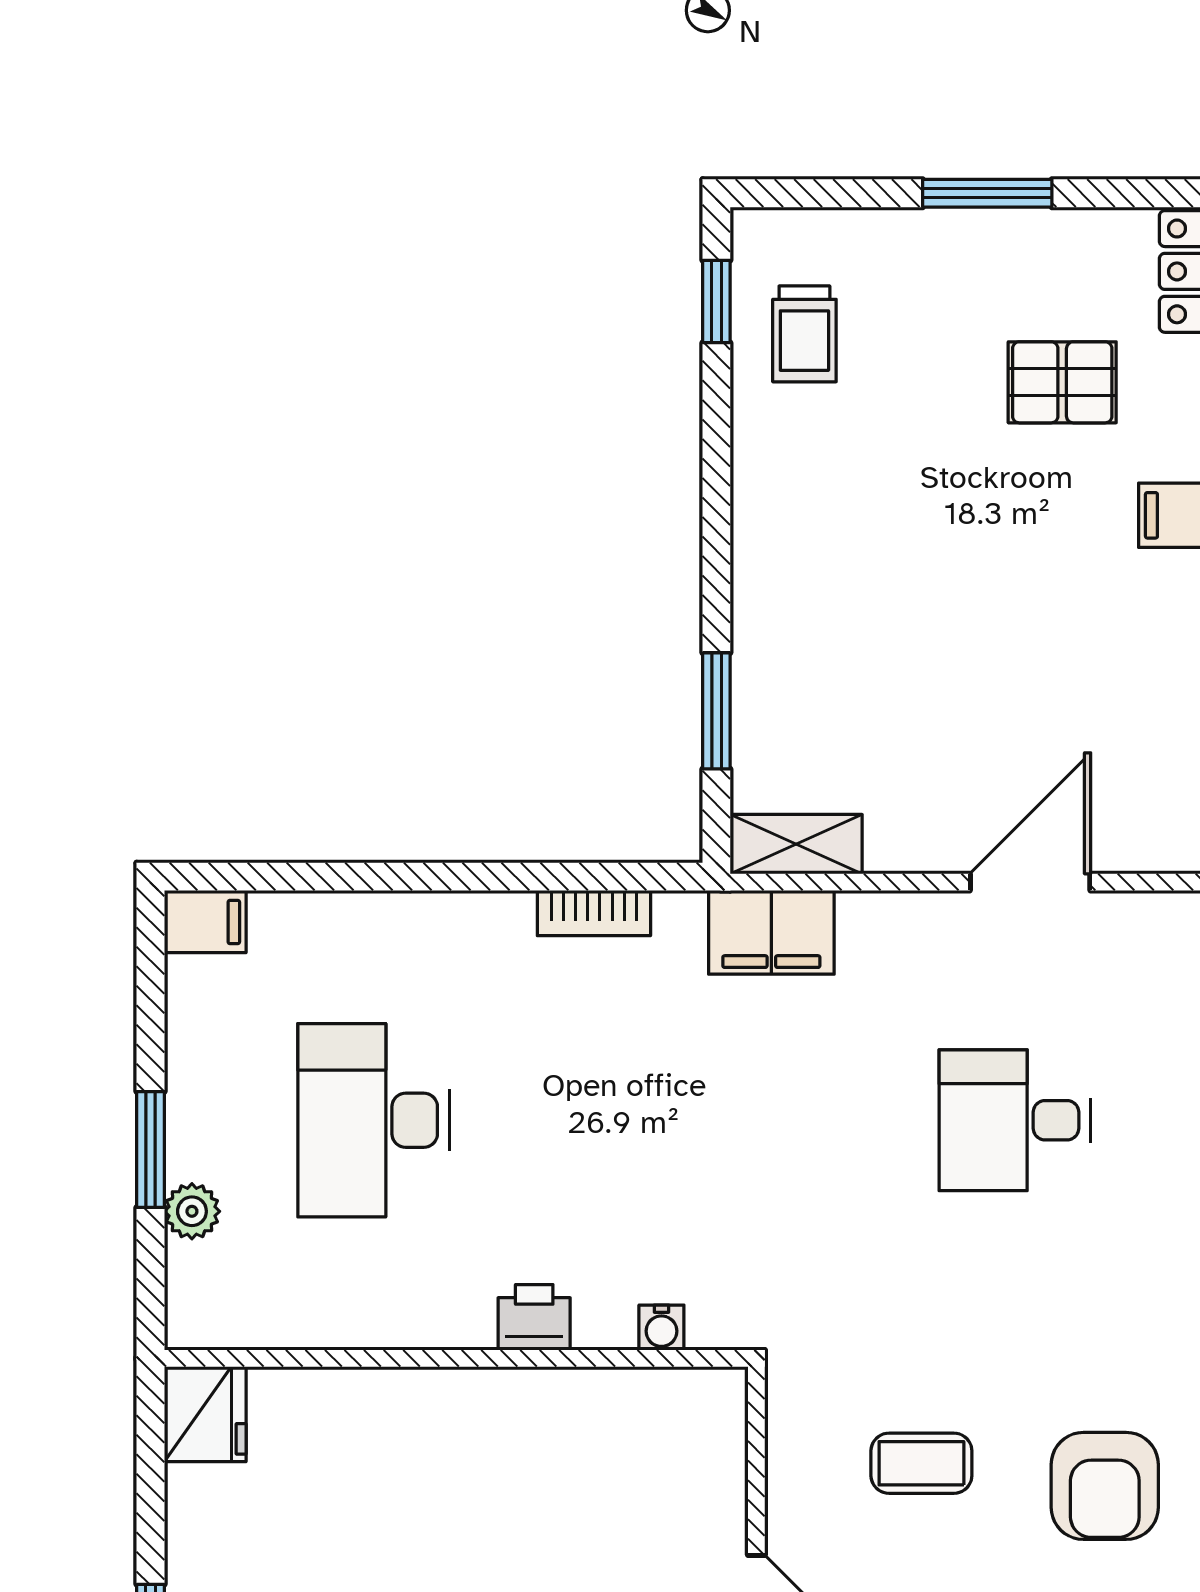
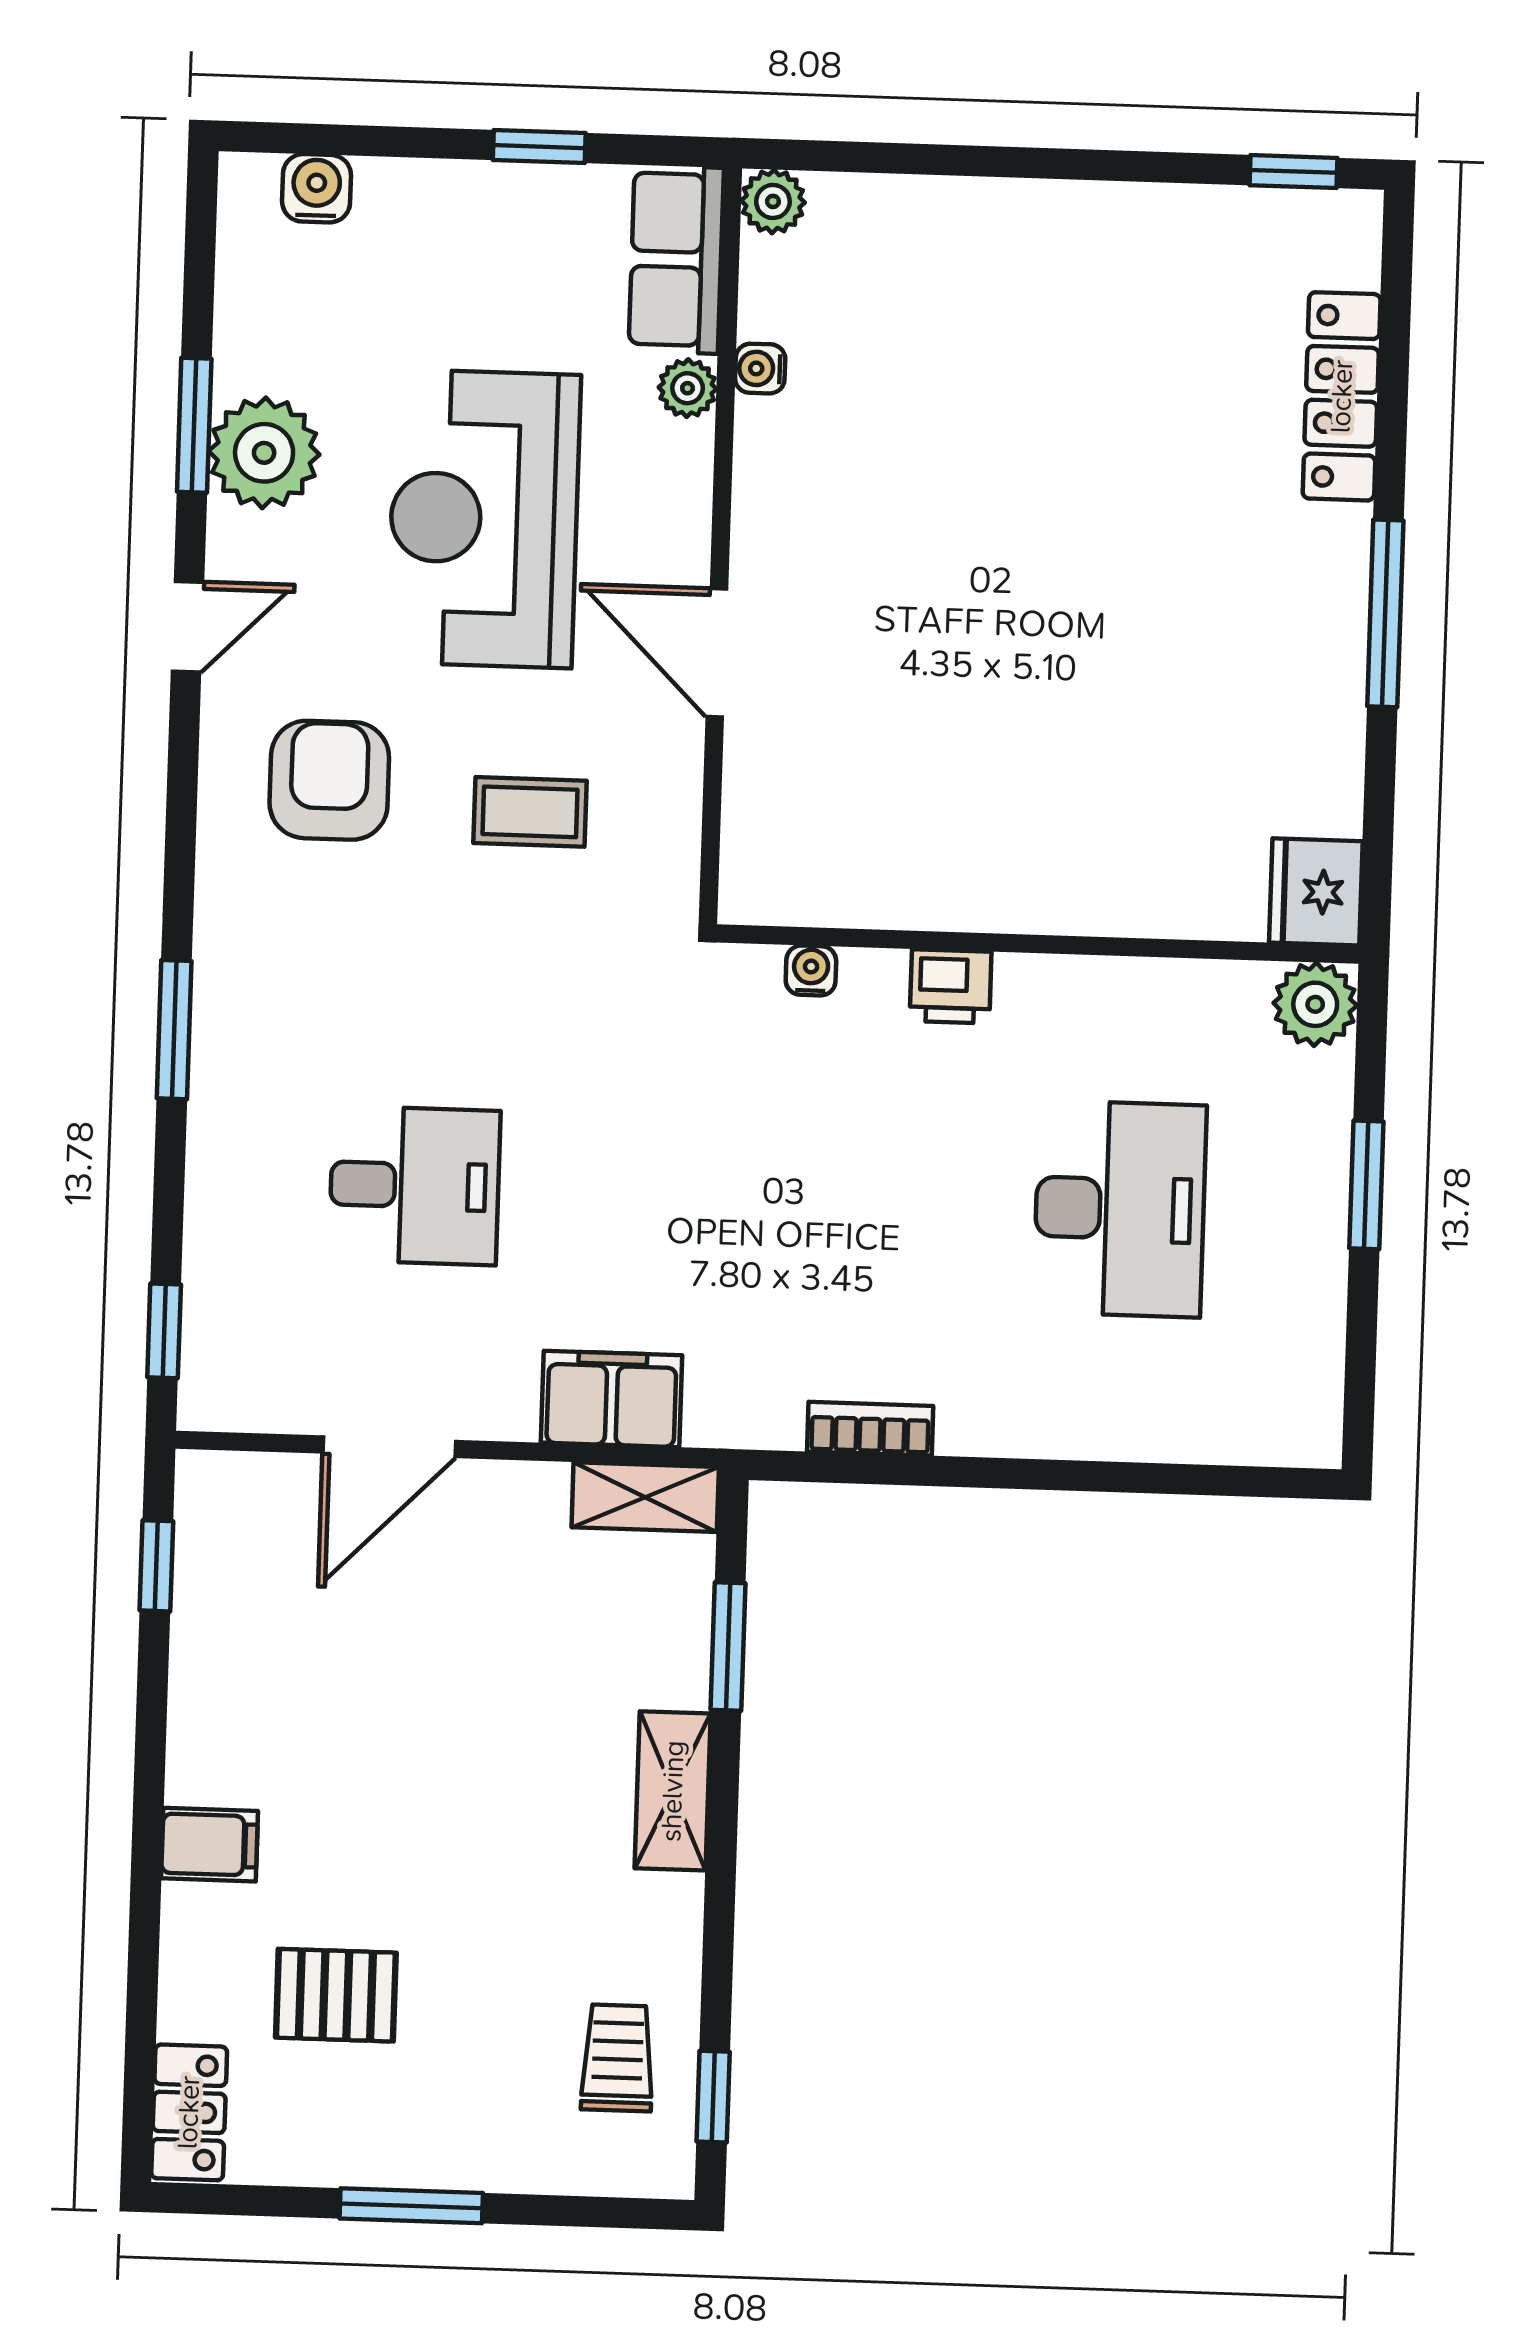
shelving: (762, 578) -> (673, 1791), added
filing cabinet: (205, 922) -> (1298, 1433), removed
filing cabinet: (771, 932) -> (612, 1399), moved
plant: (192, 1211) -> (1315, 1004), moved, width x1.38, depth x1.38

